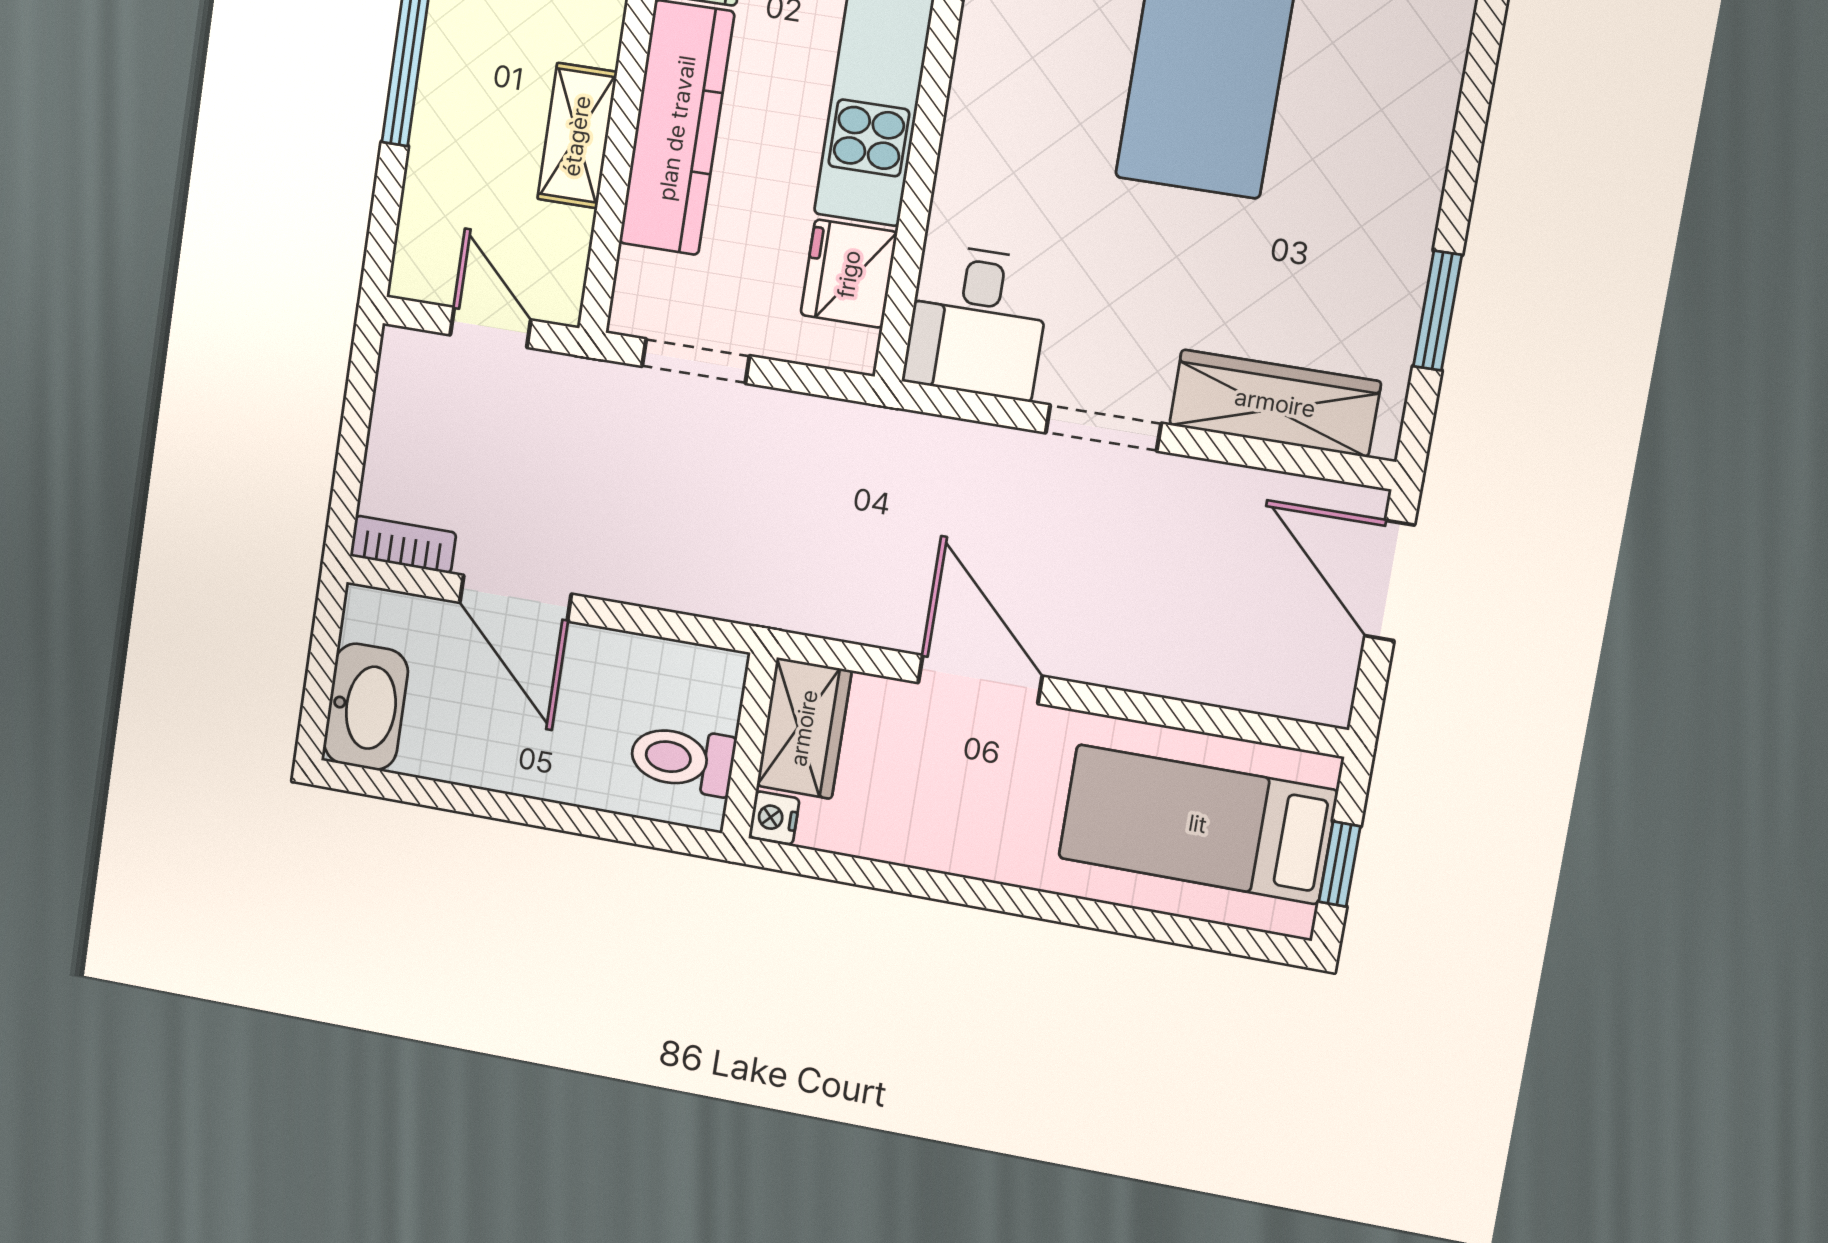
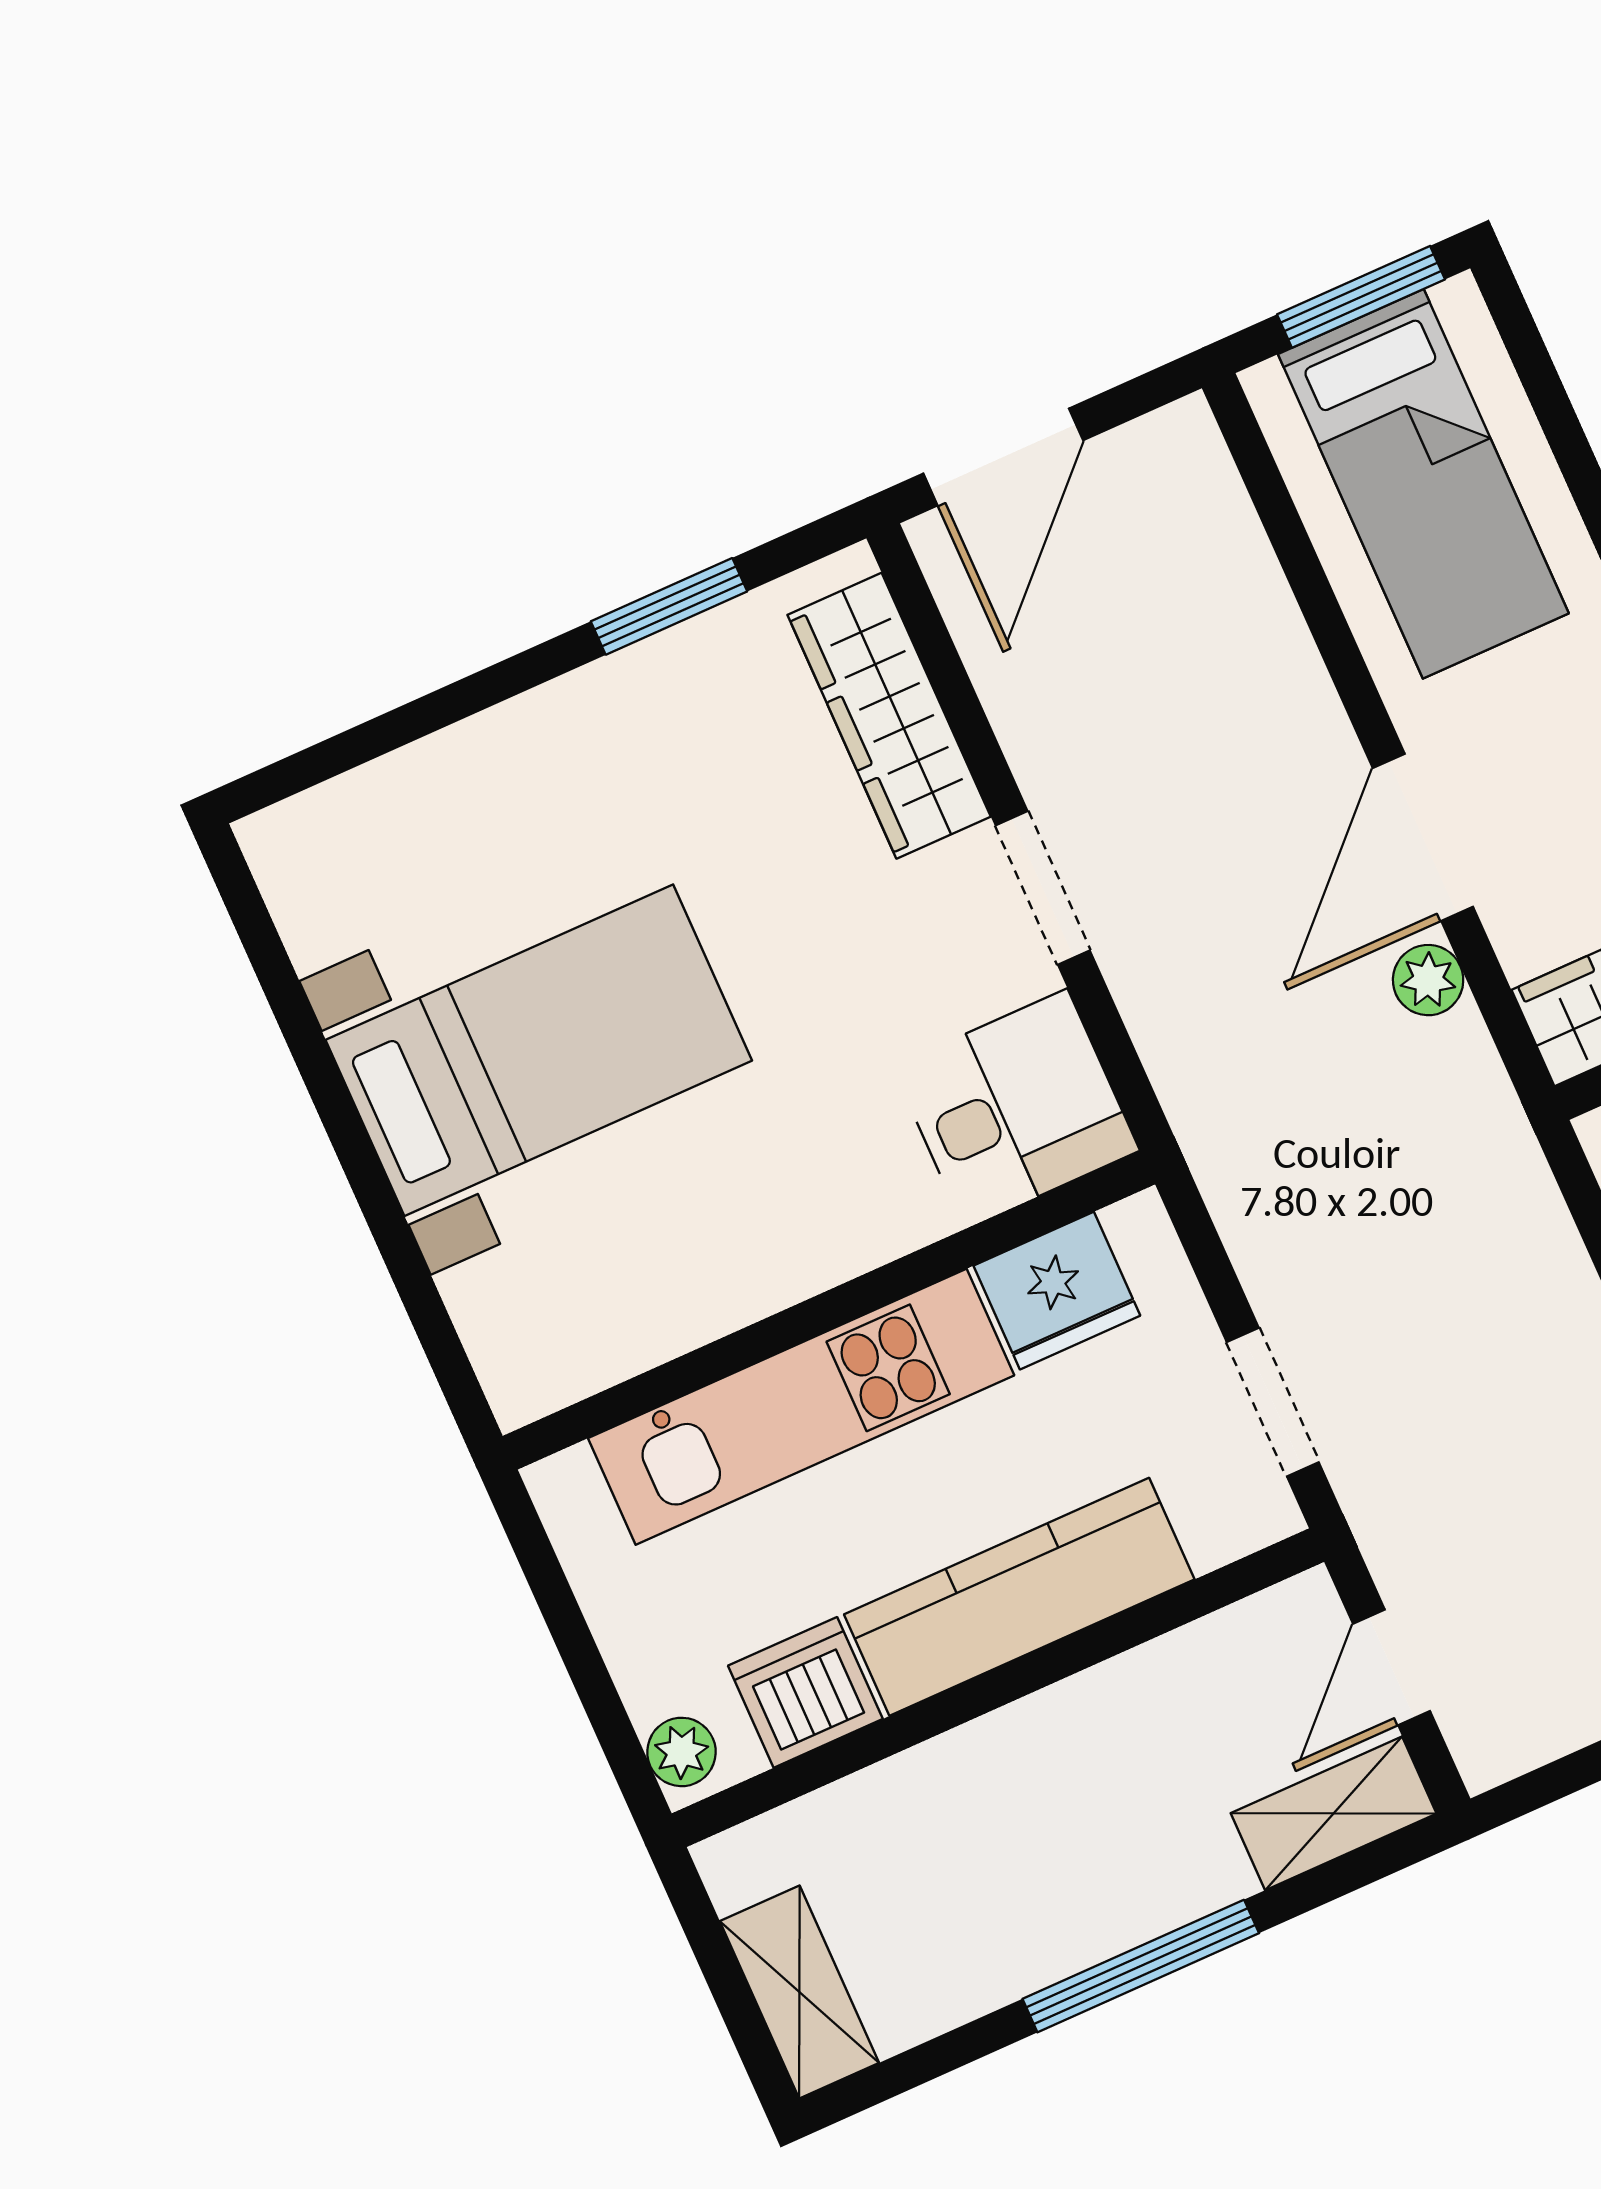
shelving: (577, 136) -> (1334, 1813), moved
plant: (891, 625) -> (1428, 980), added
window: (1340, 864) -> (1361, 297), width x1.50

